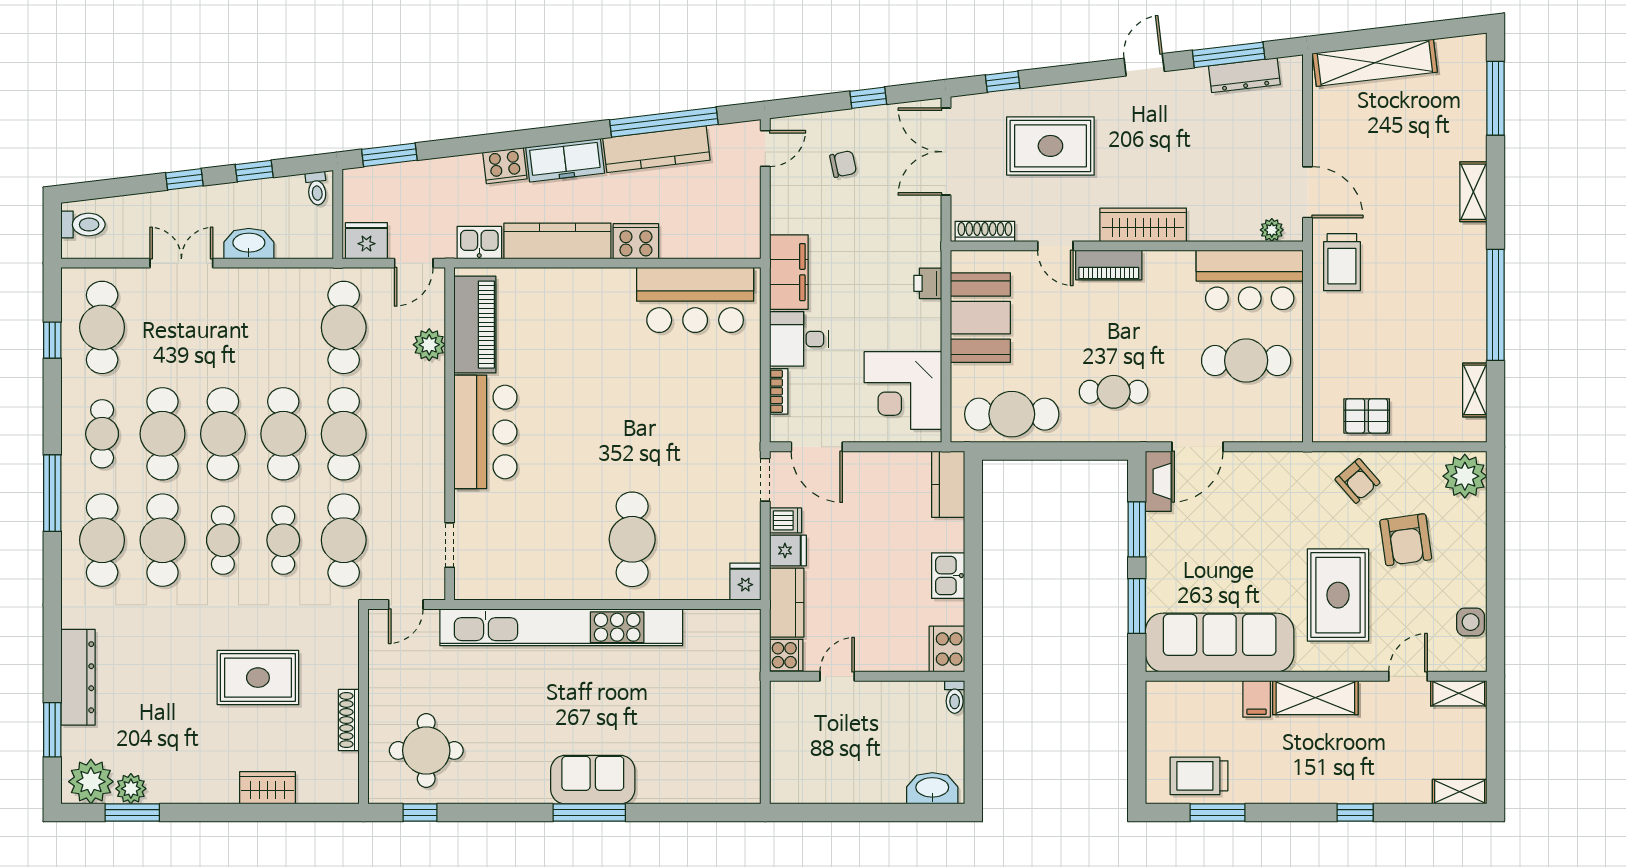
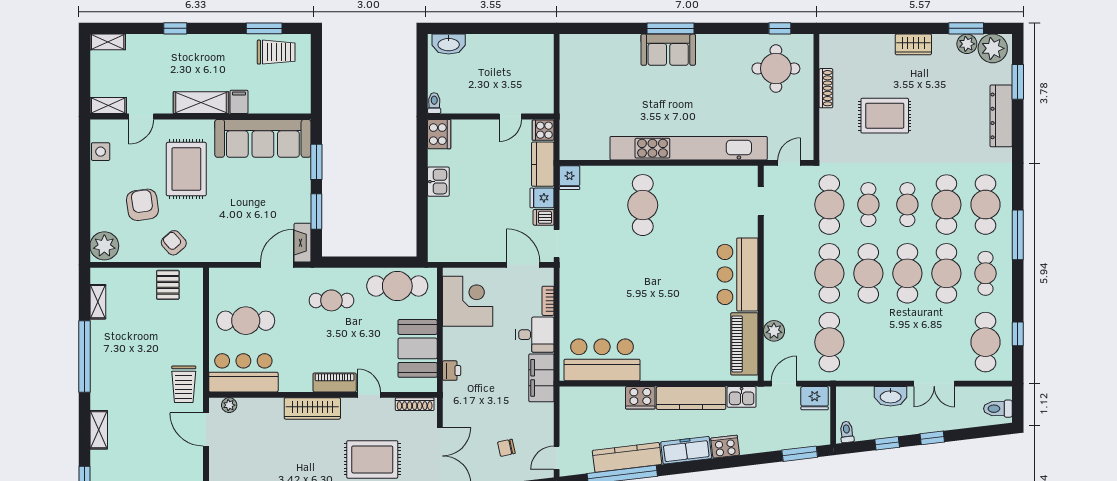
trolley: (1342, 262) -> (184, 384), turned 180
pallet: (1367, 416) -> (168, 285), turned 90
kitchen counter: (948, 484) -> (438, 241), removed
wardrobe: (267, 788) -> (913, 44), moved

